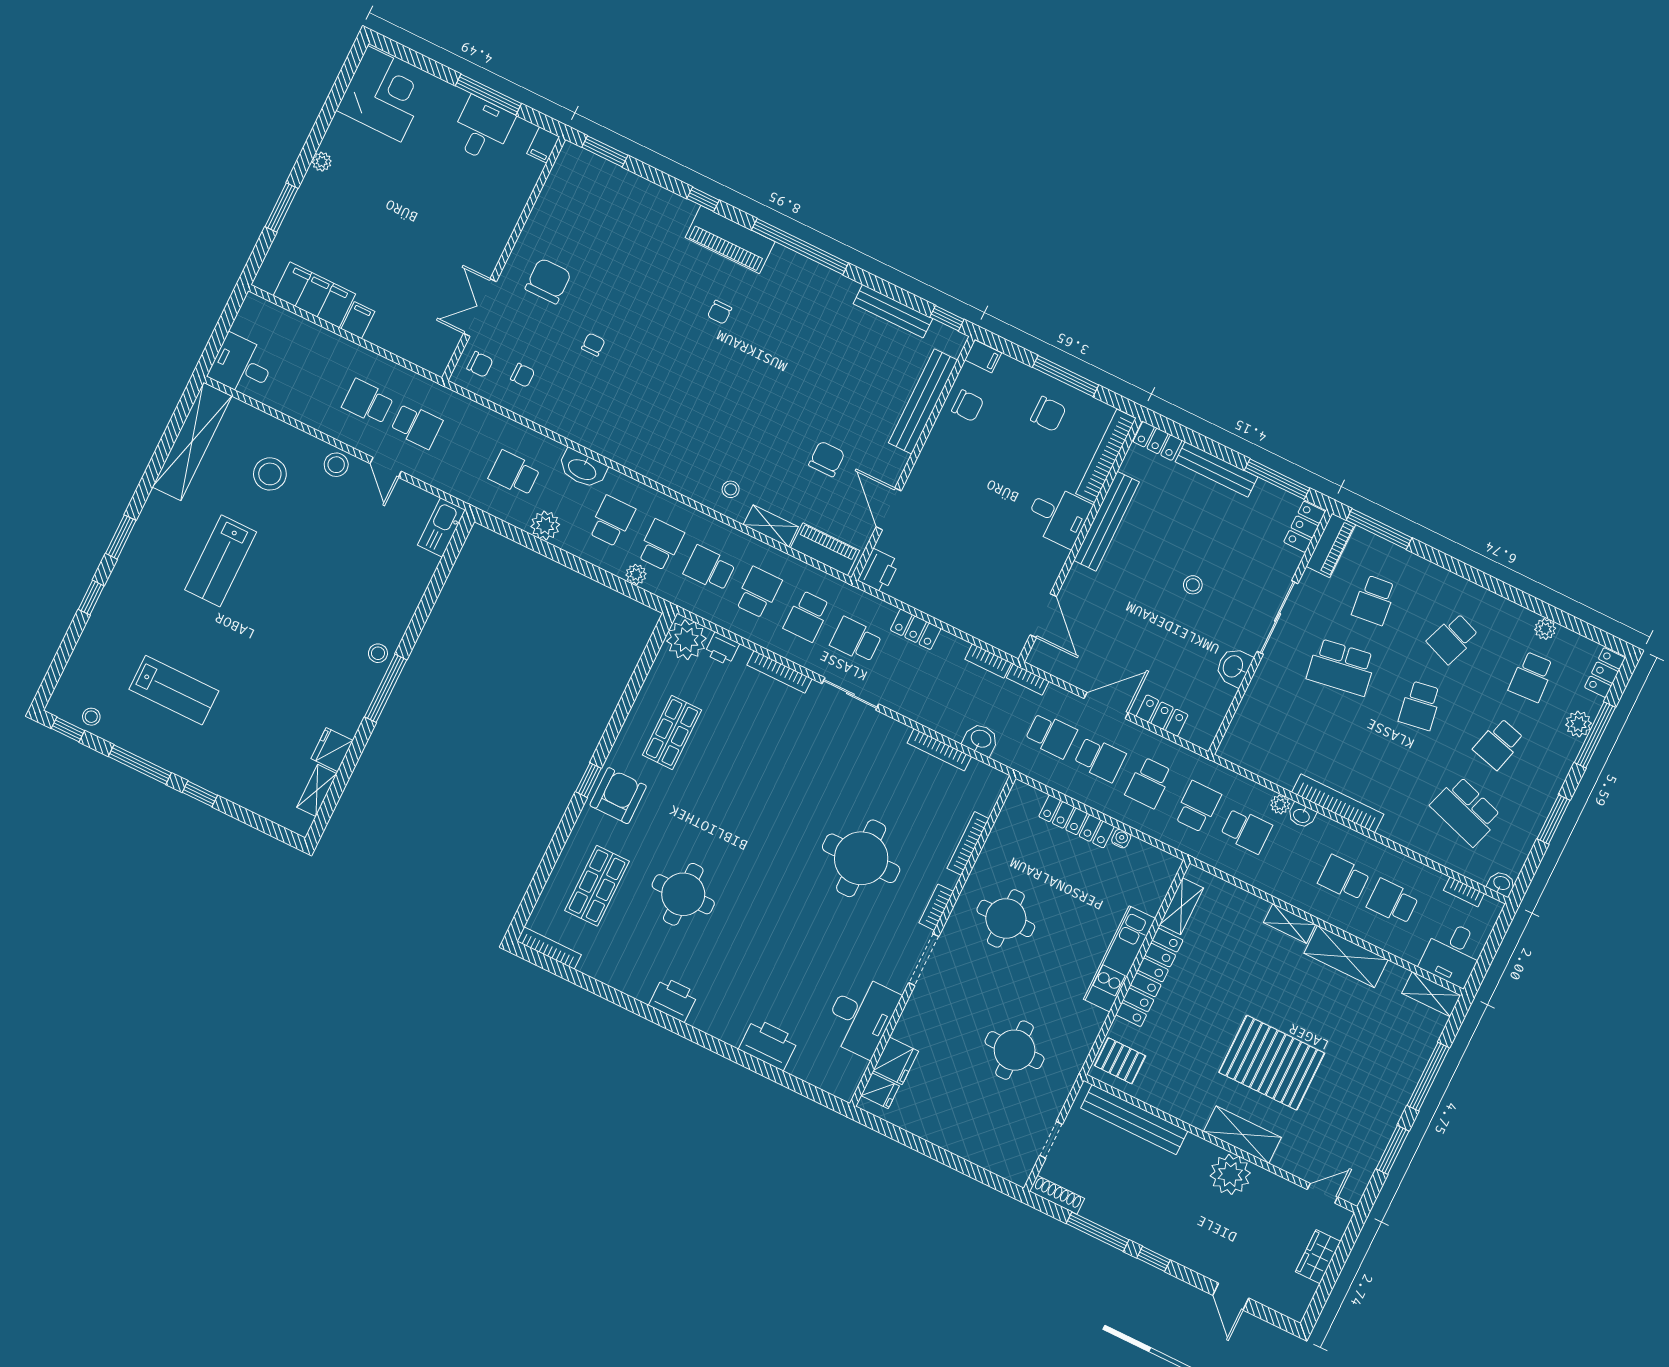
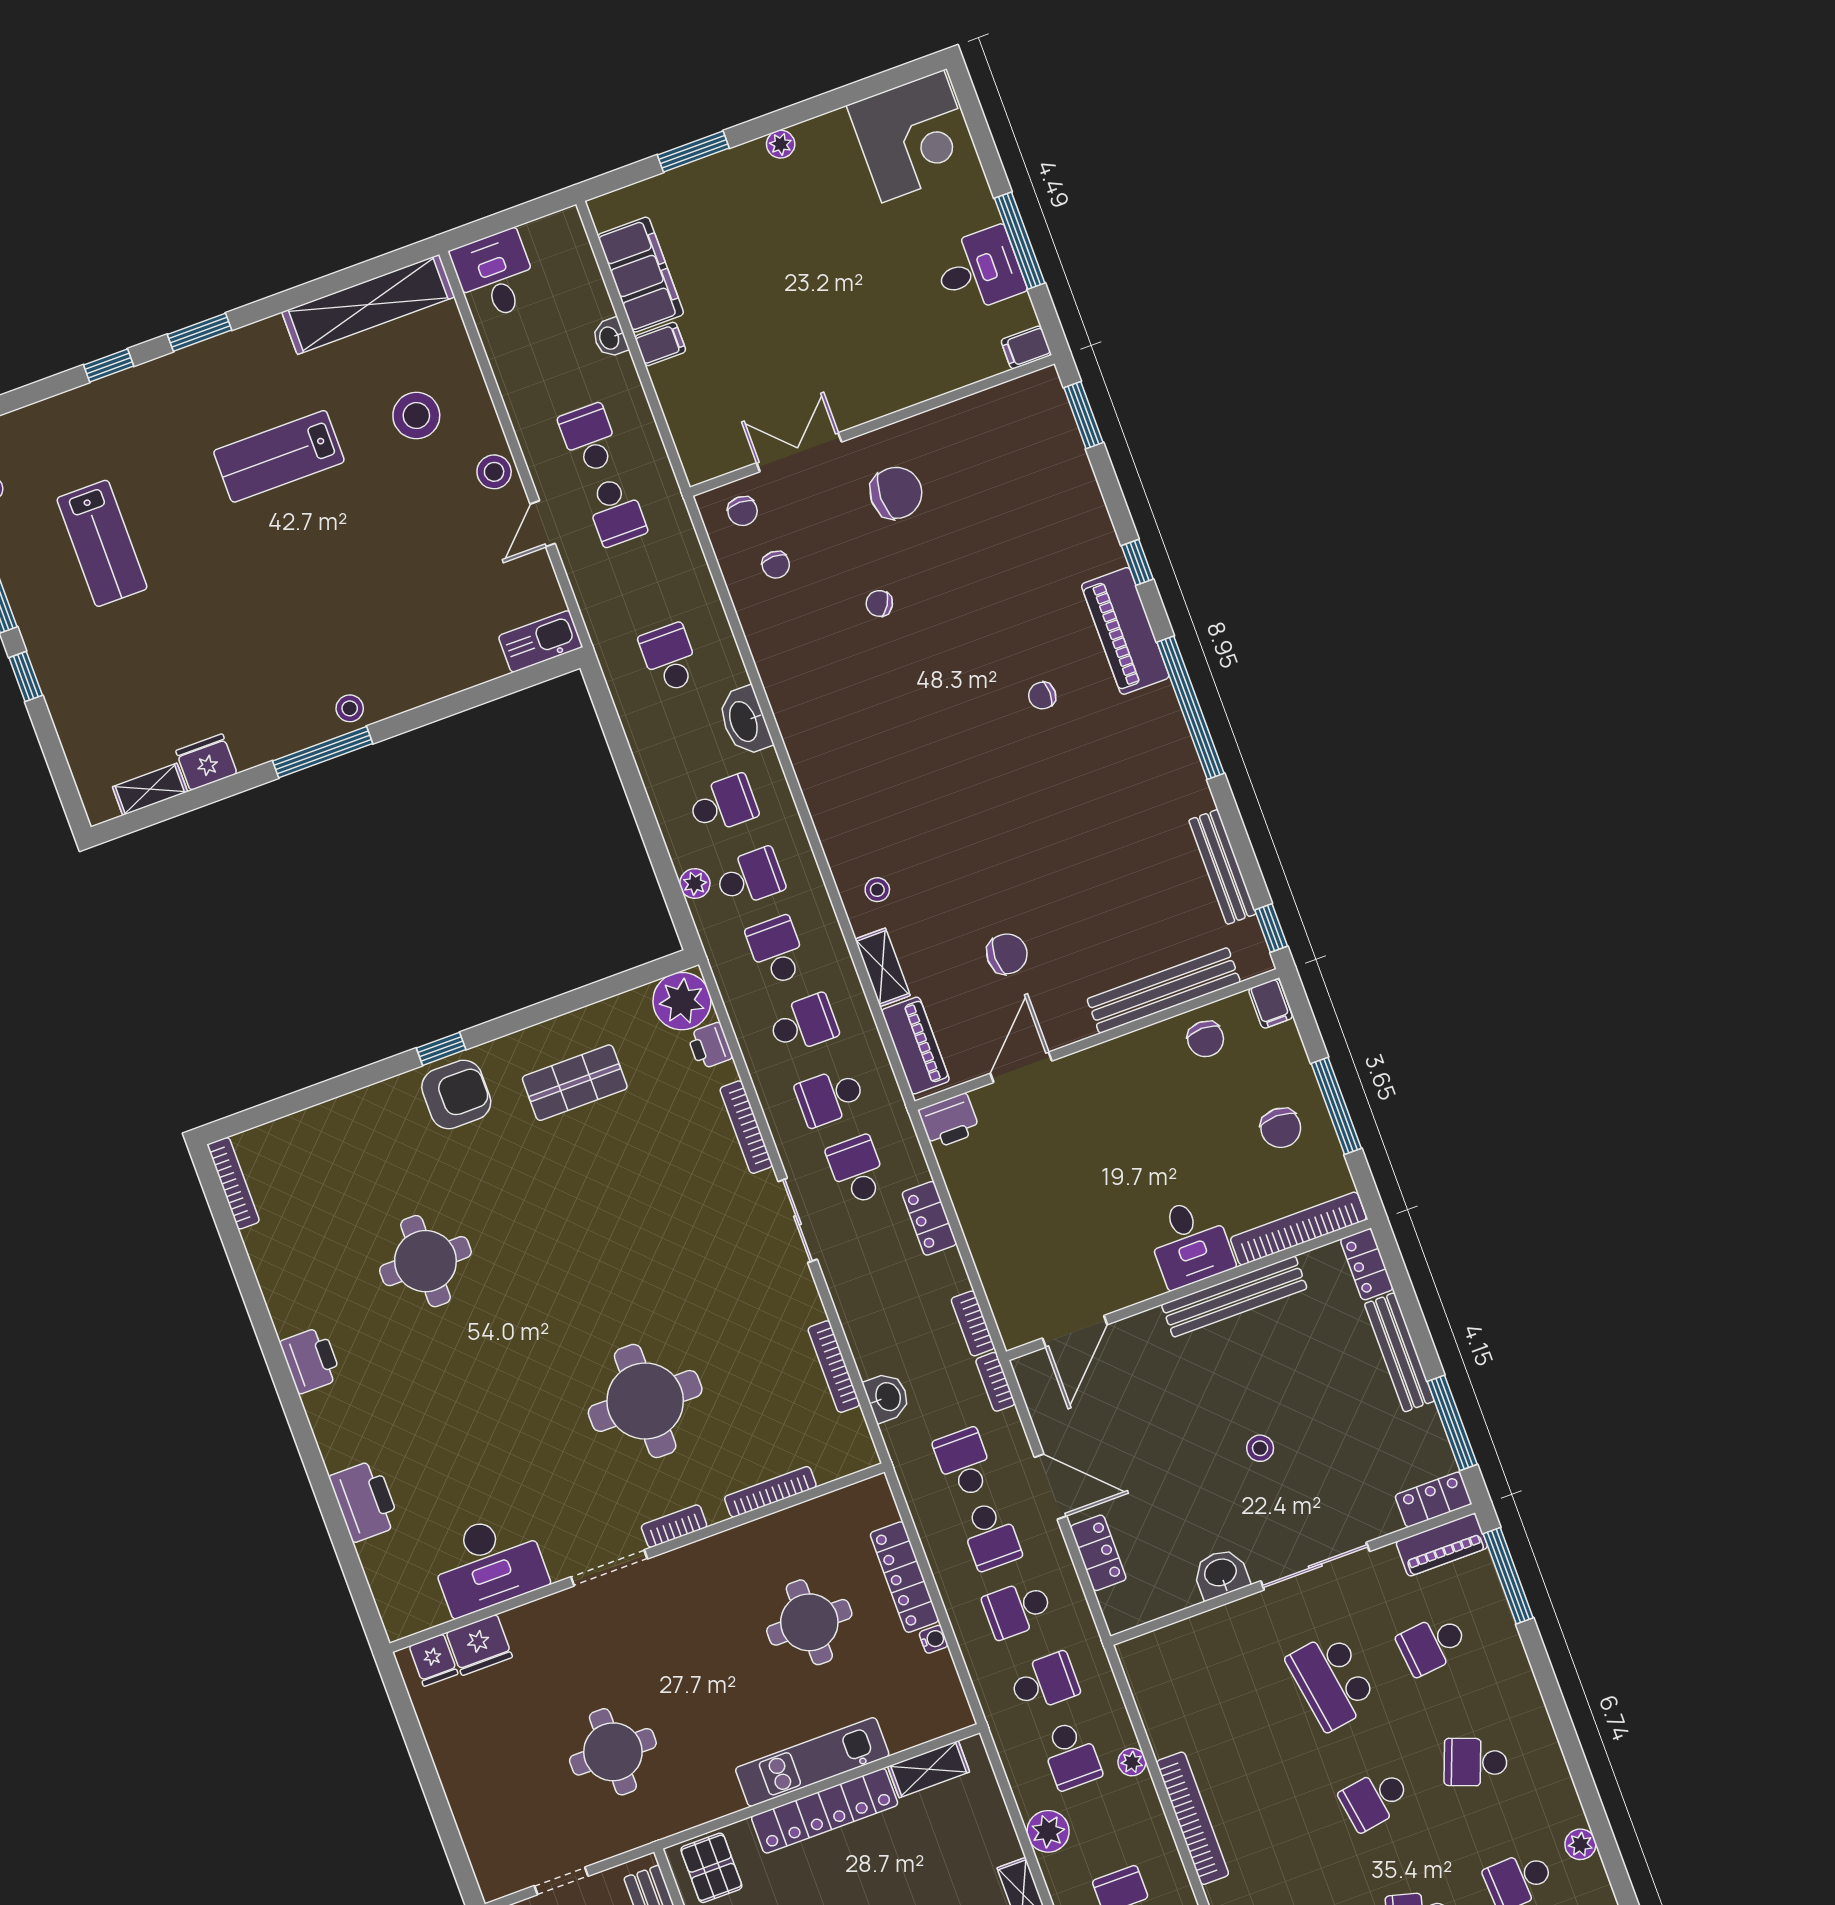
chair: (593, 345) -> (879, 603), turned -149
plant: (545, 526) -> (1048, 1831), moved
school desk: (1051, 735) -> (964, 1463), turned 180
washbasin: (1302, 815) -> (610, 338), moved
shop shelf: (597, 886) -> (345, 1167), removed
round table: (1006, 918) -> (809, 1622), moved

